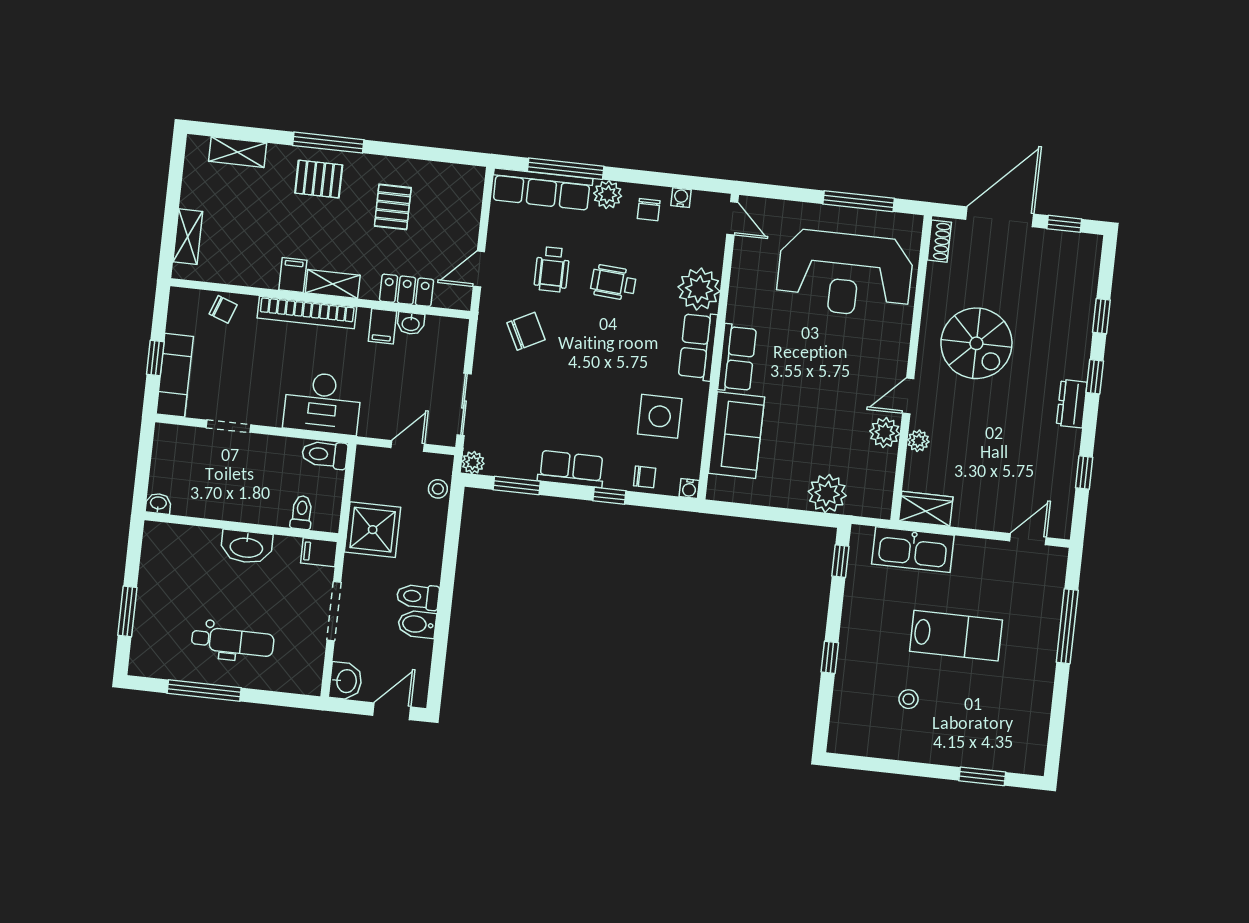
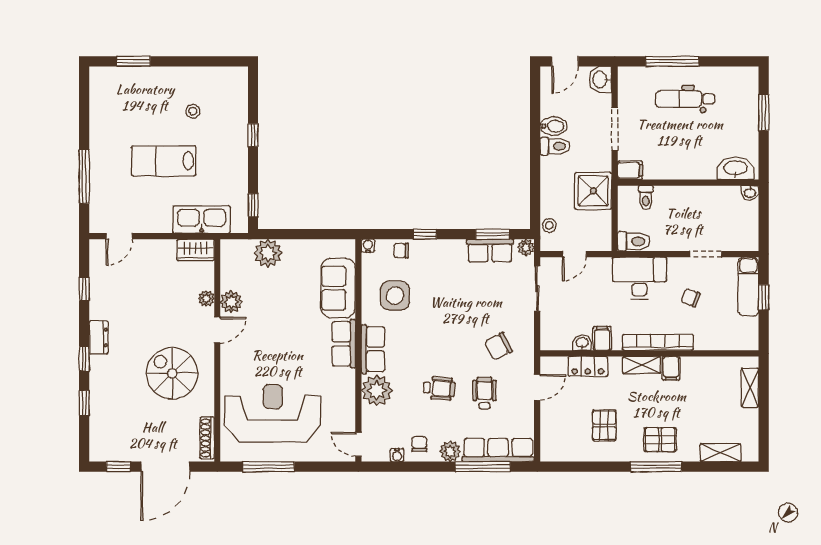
shoe rack: (939, 241) -> (207, 438), width x1.43
chair: (223, 309) -> (690, 298), moved
row of seats: (571, 469) -> (490, 250), moved
washbasin: (246, 547) -> (735, 168), moved
window: (204, 690) -> (672, 61), moved

